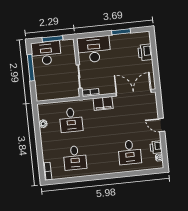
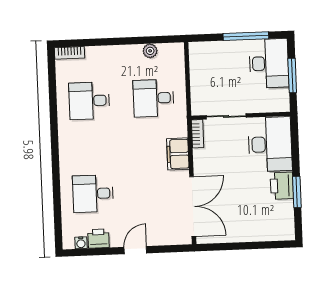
printer: (145, 52) -> (282, 186), moved, turned -90

